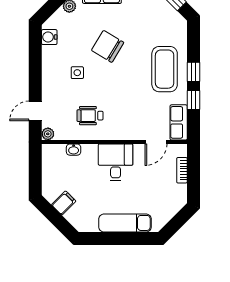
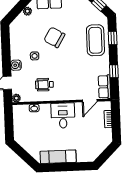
water cooler: (49, 37) -> (16, 65), moved
coffee table: (165, 69) -> (95, 40), moved
window: (193, 72) -> (113, 38), moved
filing cabinet: (64, 203) -> (29, 144), removed
exam couch: (125, 223) -> (58, 157), moved

